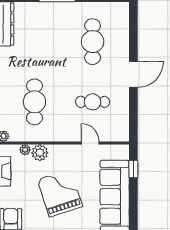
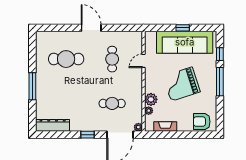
cafe table: (34, 102) -> (112, 103), width x0.73, depth x0.74
window: (133, 169) -> (183, 28), moved

